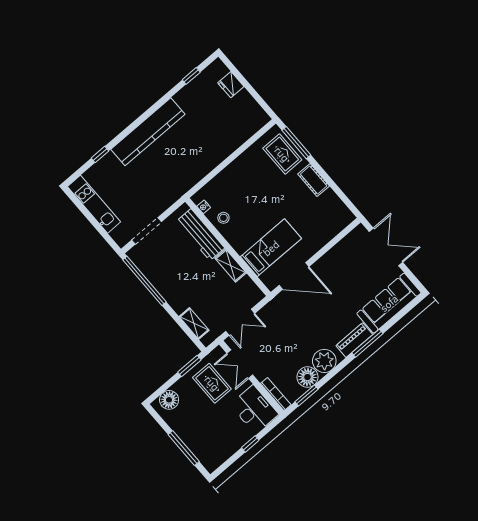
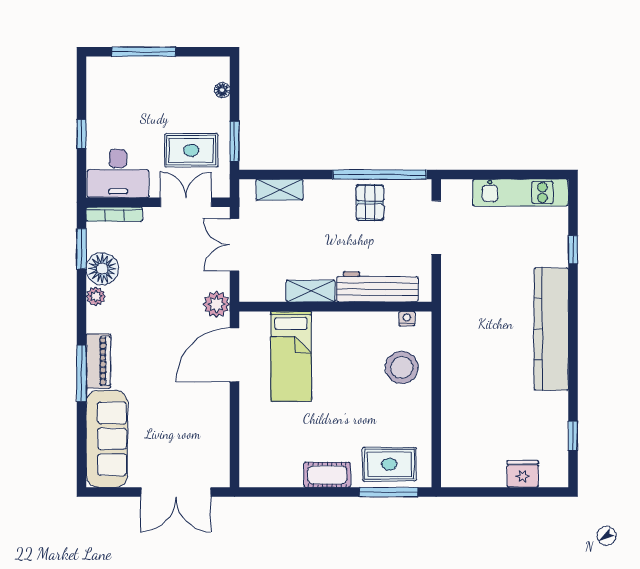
stool: (223, 218) -> (402, 367), moved, width x1.89, depth x1.89
pallet: (162, 274) -> (370, 202), added
plant: (277, 306) -> (216, 304), added
plant: (324, 361) -> (96, 296), width x0.53, depth x0.53
floor lamp: (169, 400) -> (222, 90), width x0.53, depth x0.53

